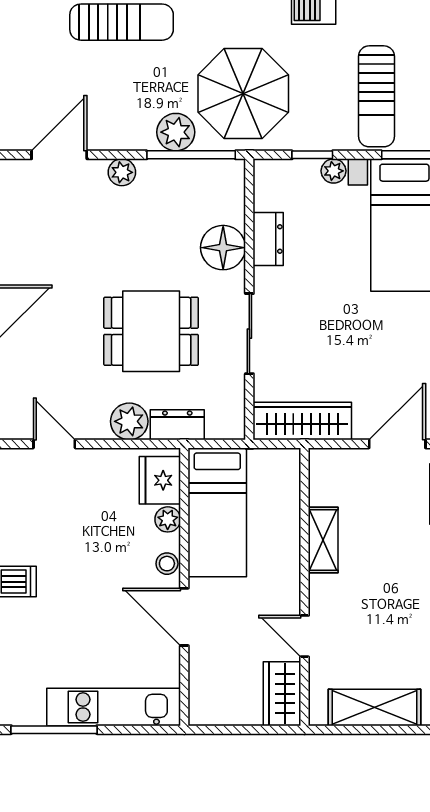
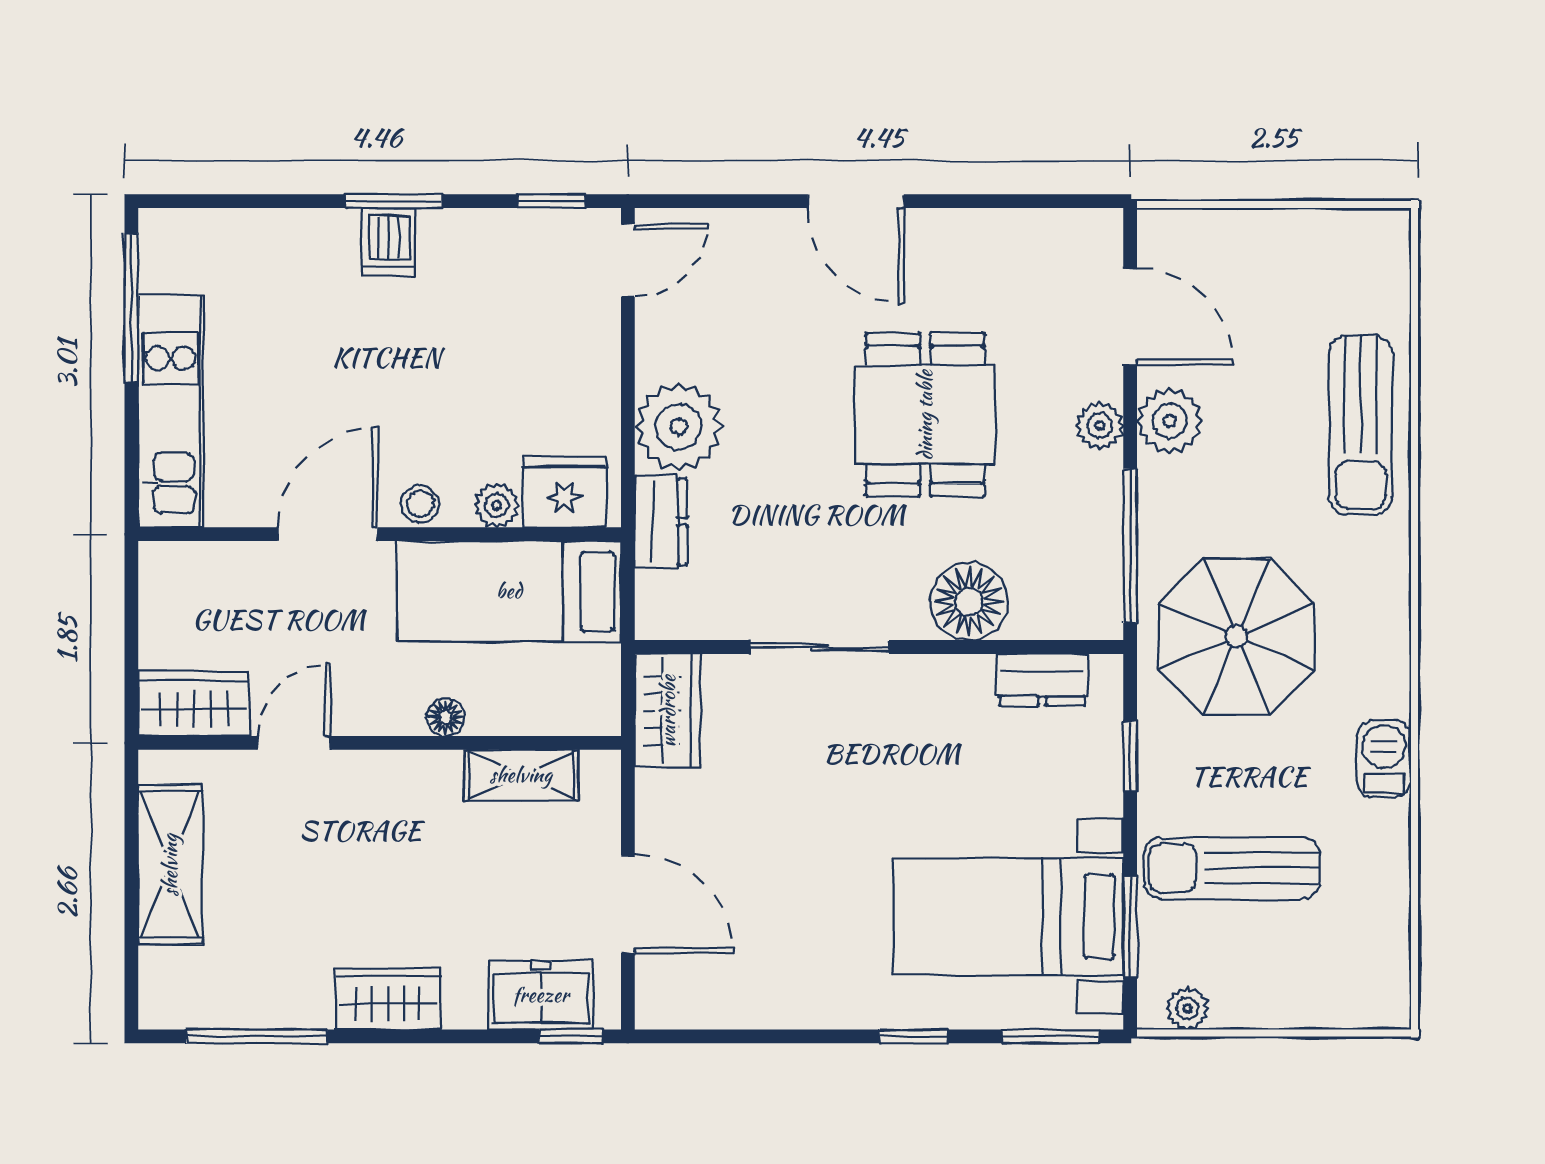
plant: (176, 132) -> (1170, 421), moved
plant: (333, 171) -> (1102, 793), removed
dresser: (268, 239) -> (1042, 680), moved
dining table: (151, 331) -> (925, 415), moved
plant: (129, 421) -> (679, 427), width x1.36, depth x1.36
wardrobe: (302, 421) -> (668, 711), width x0.67
door: (54, 444) -> (628, 260), moved
shelving: (323, 540) -> (521, 775), moved
floor lamp: (290, 549) -> (446, 717), added

